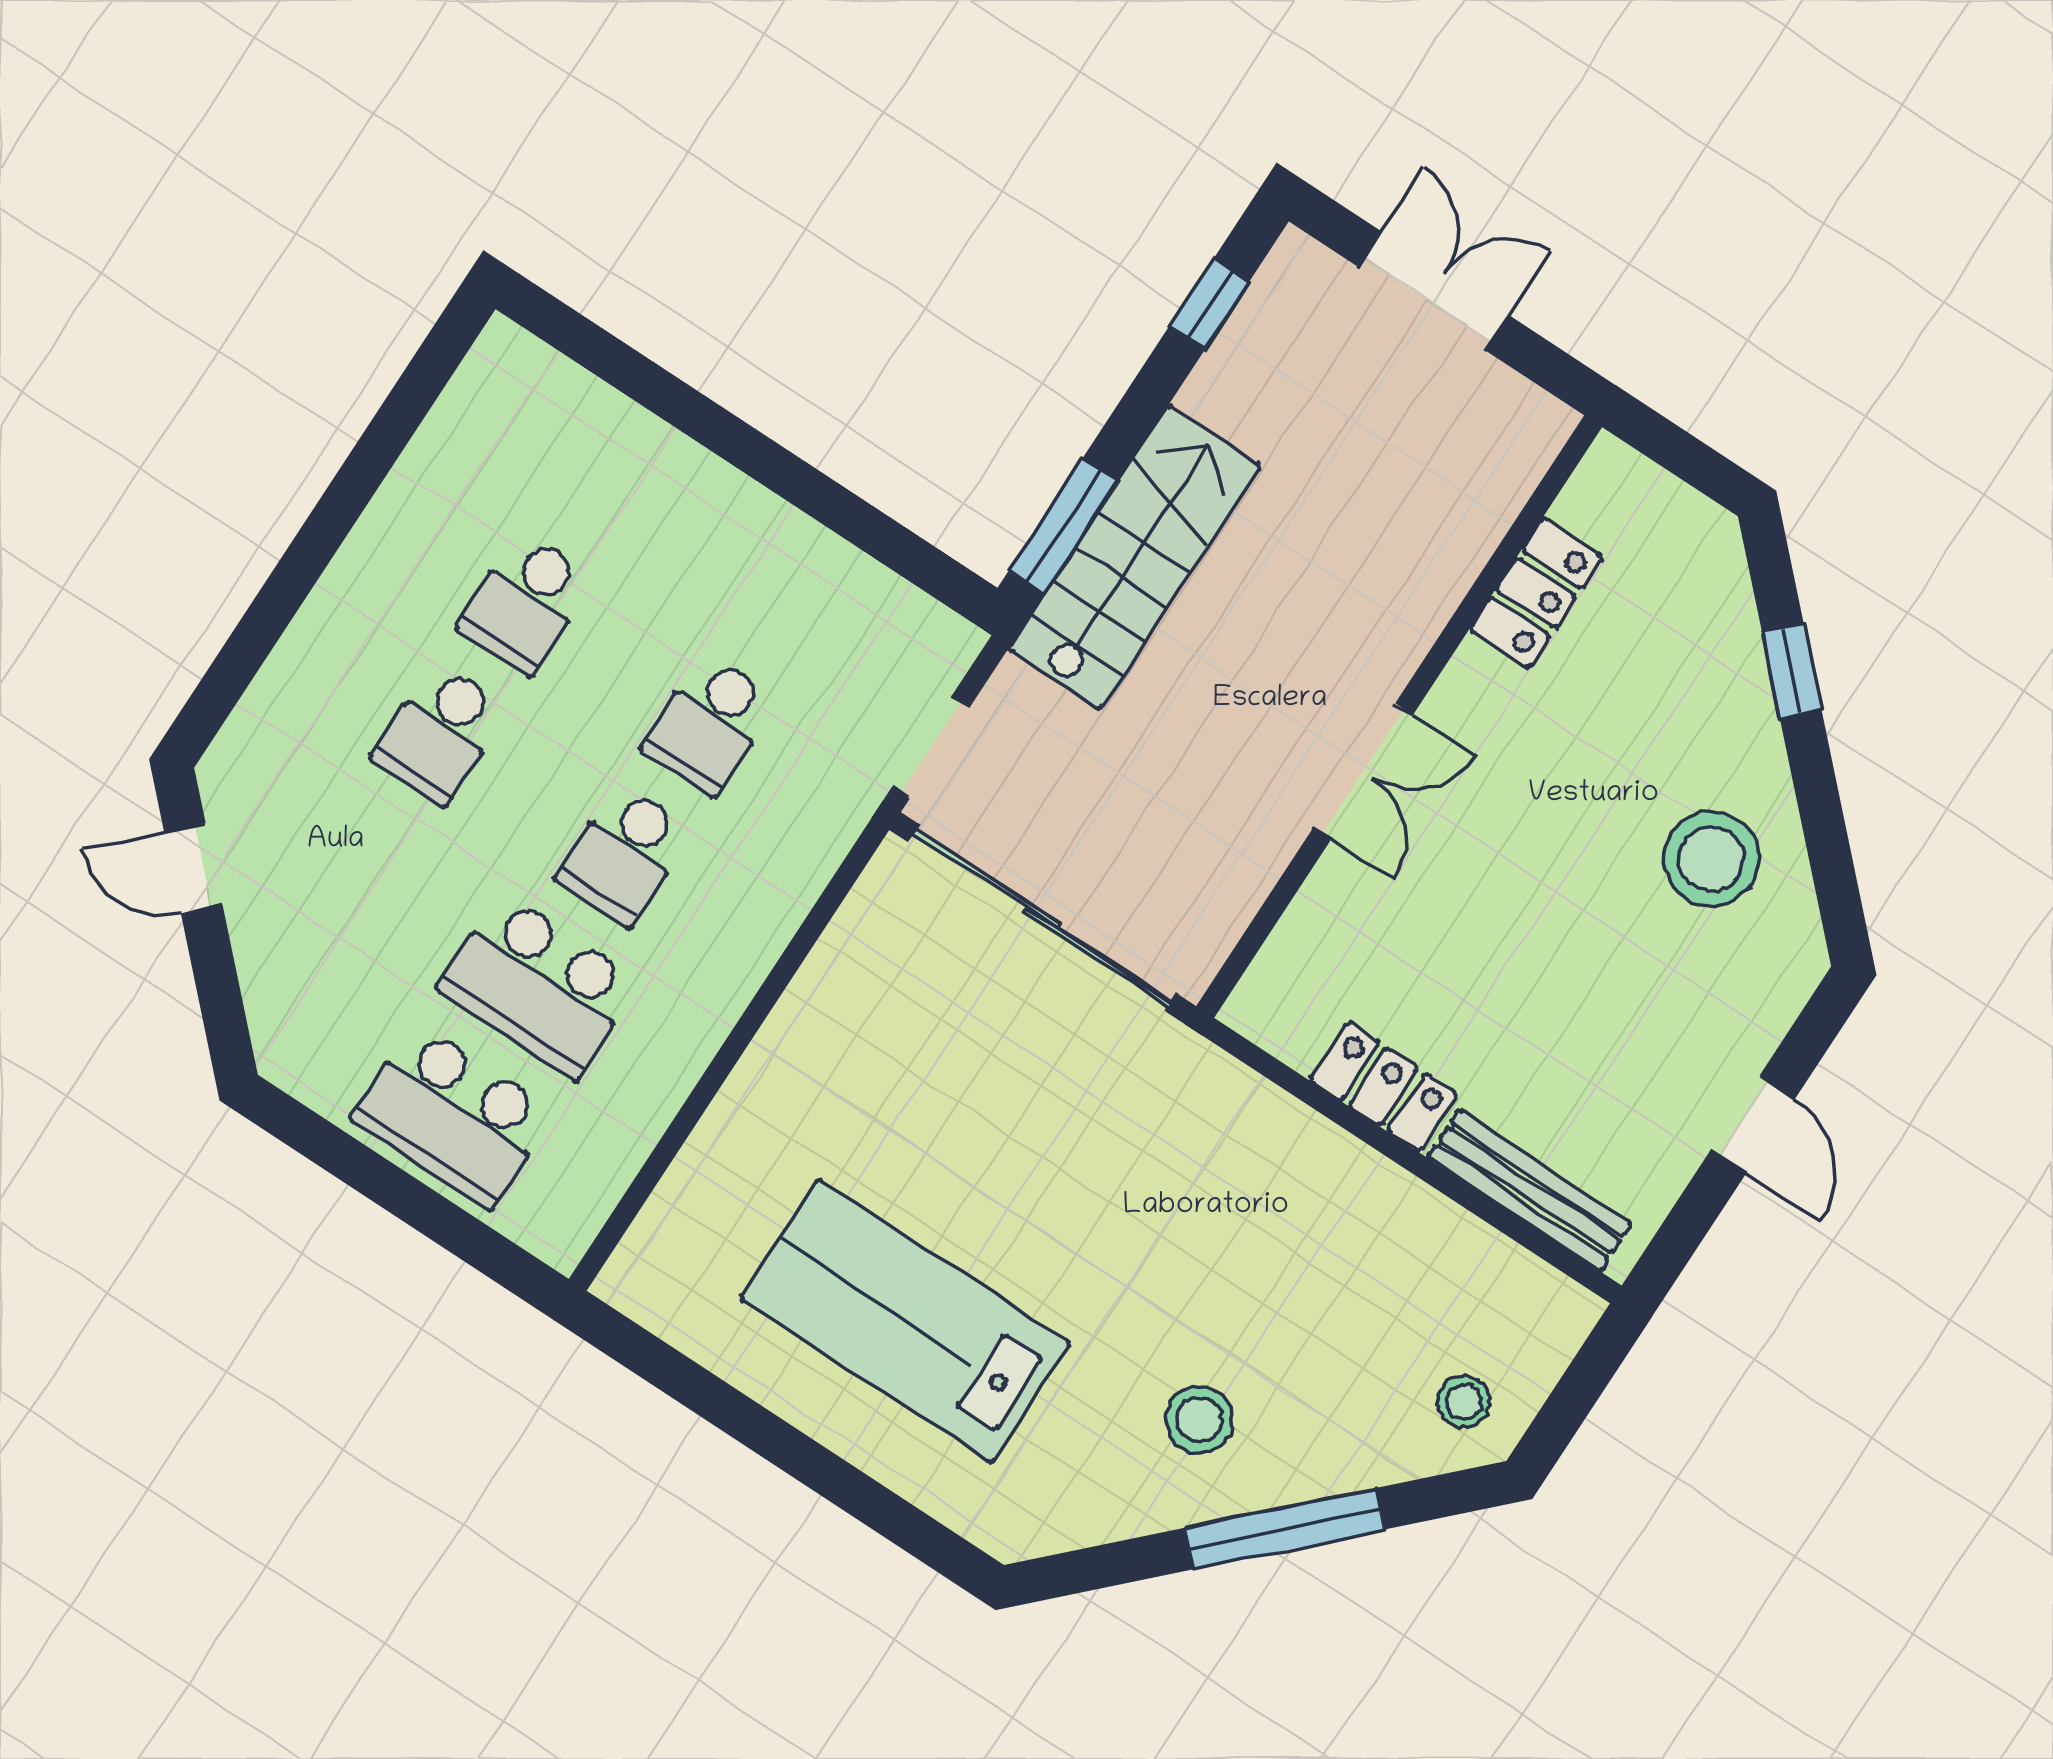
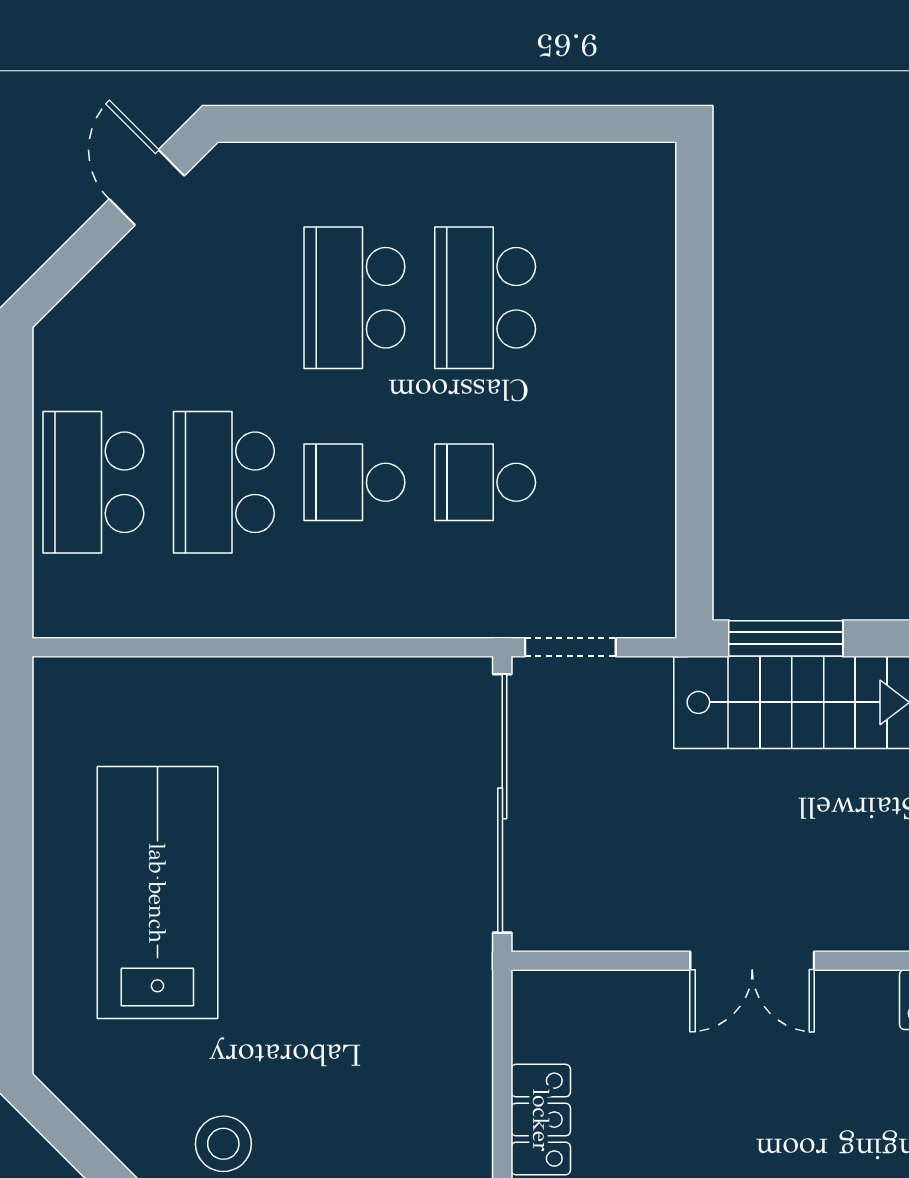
school desk: (526, 603) -> (485, 298), width x1.85
school desk: (440, 734) -> (354, 298), width x1.85

